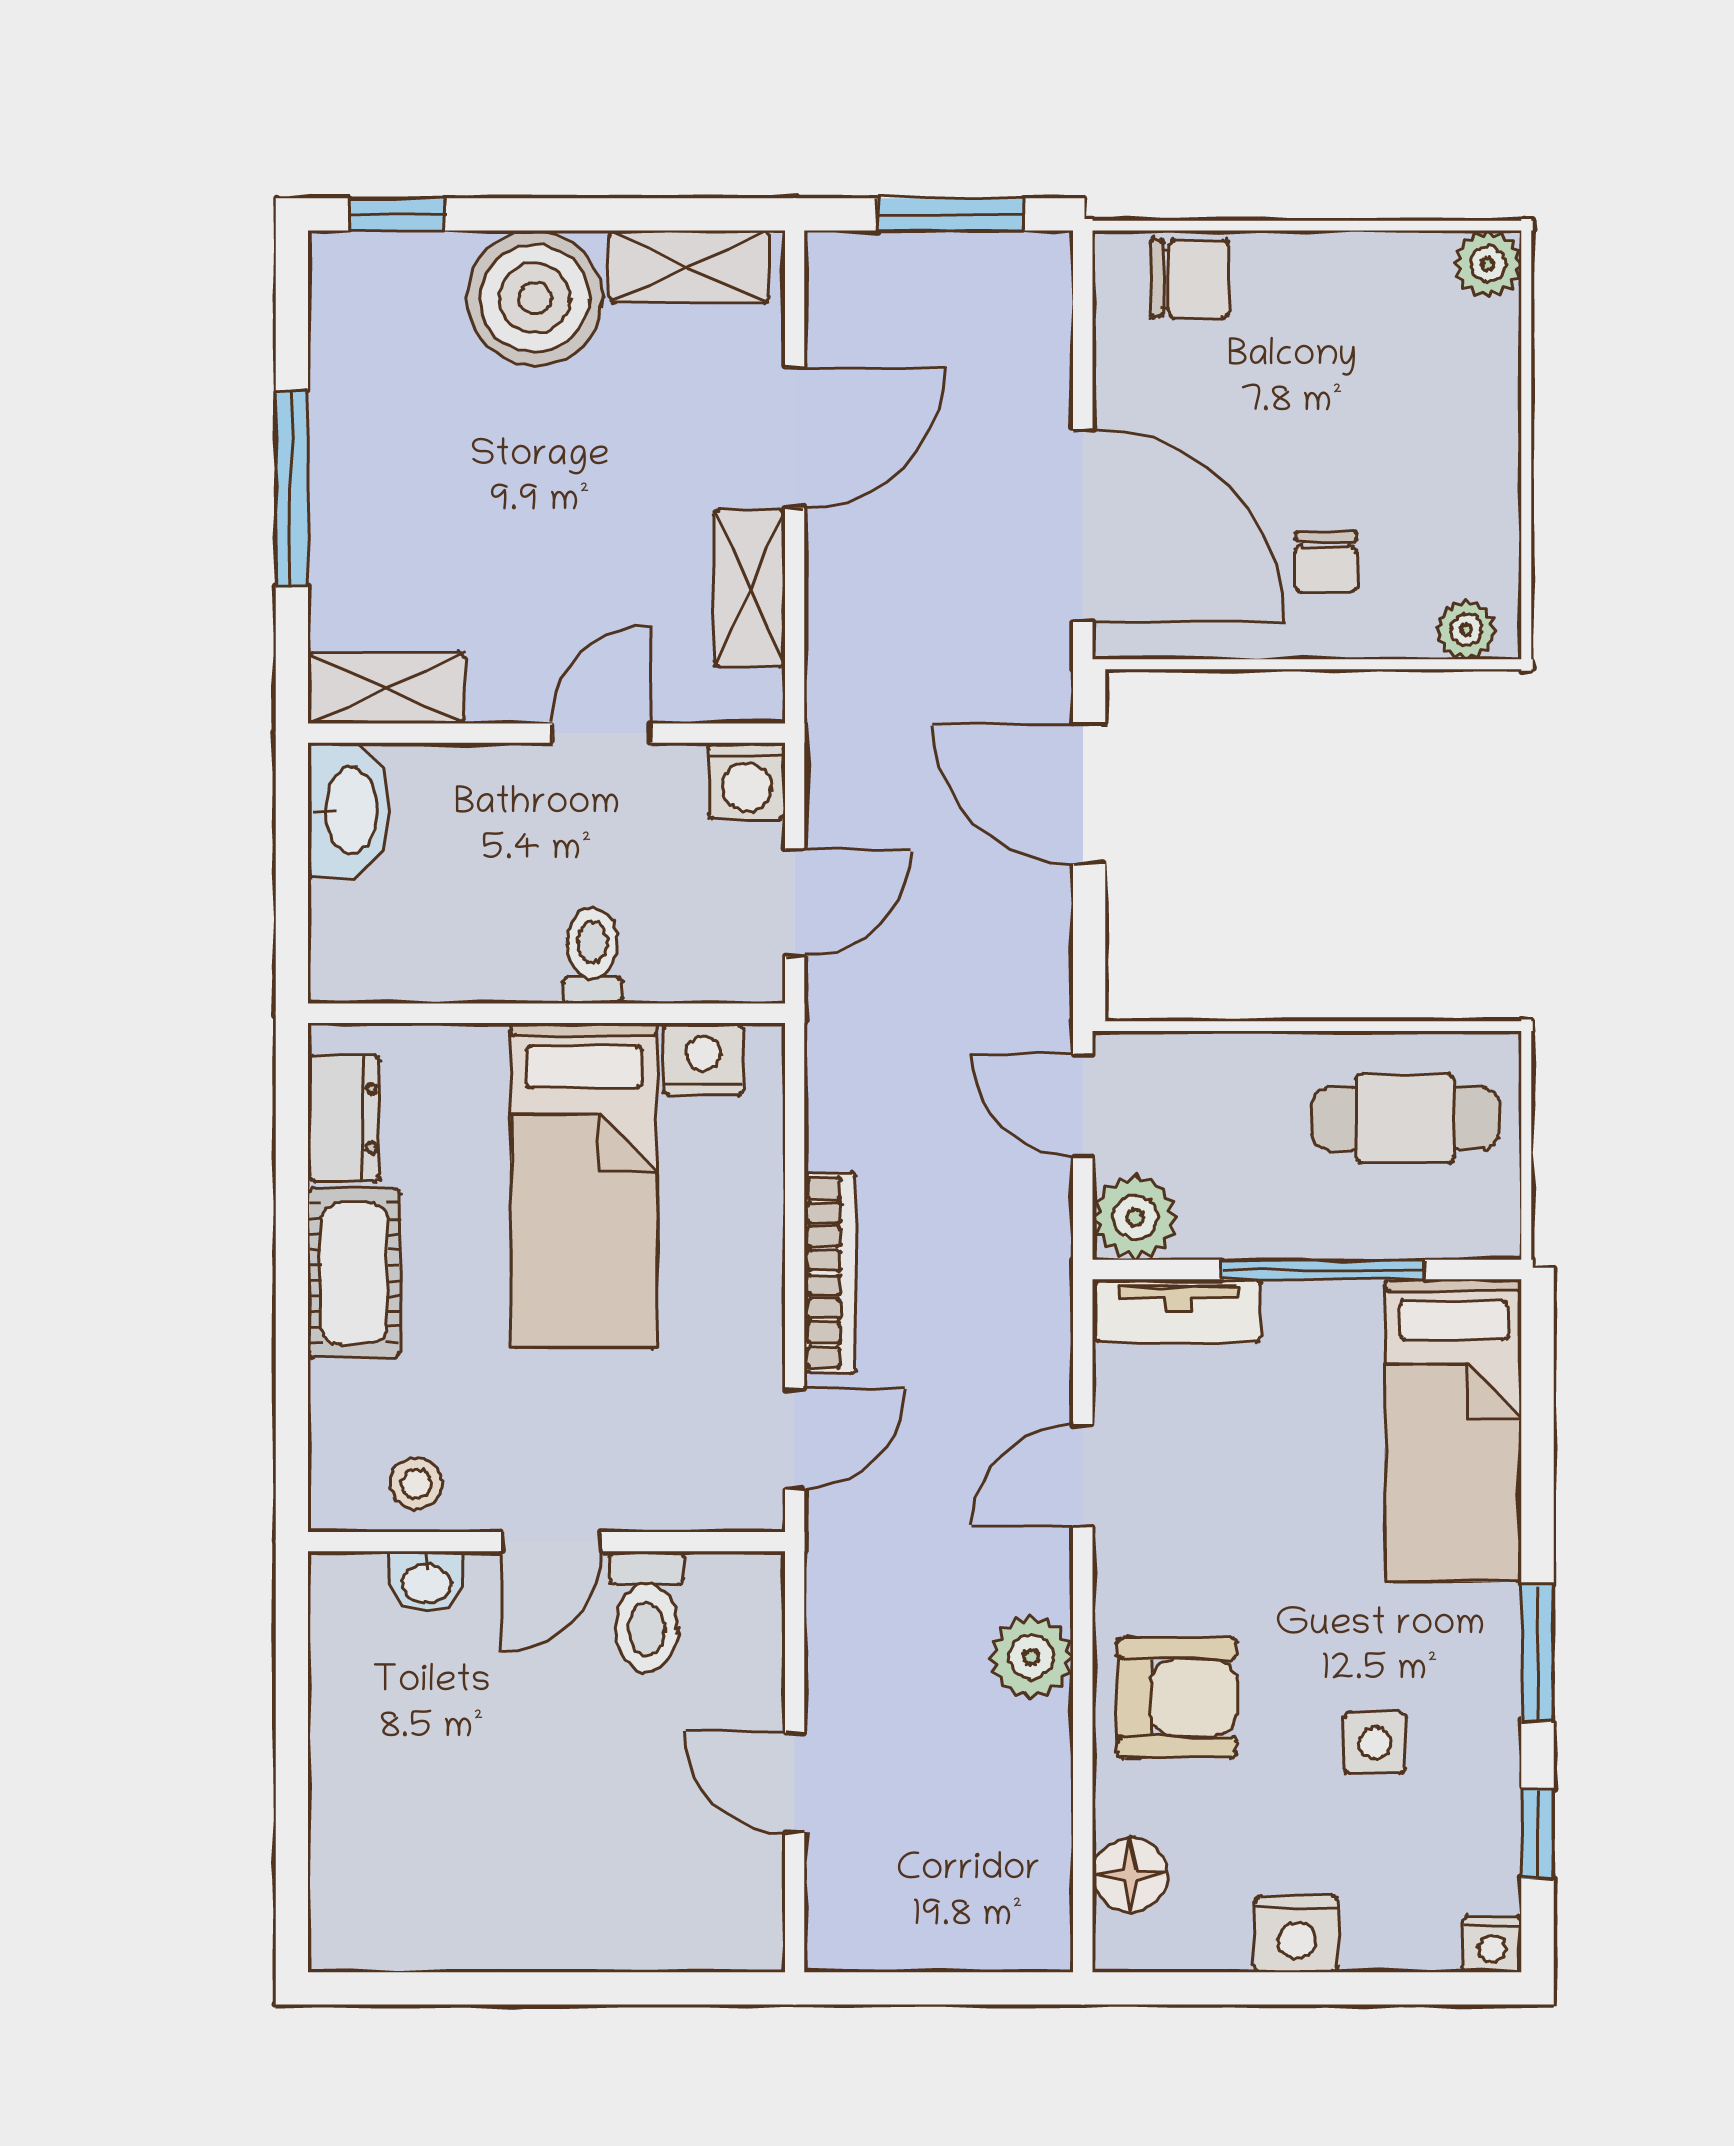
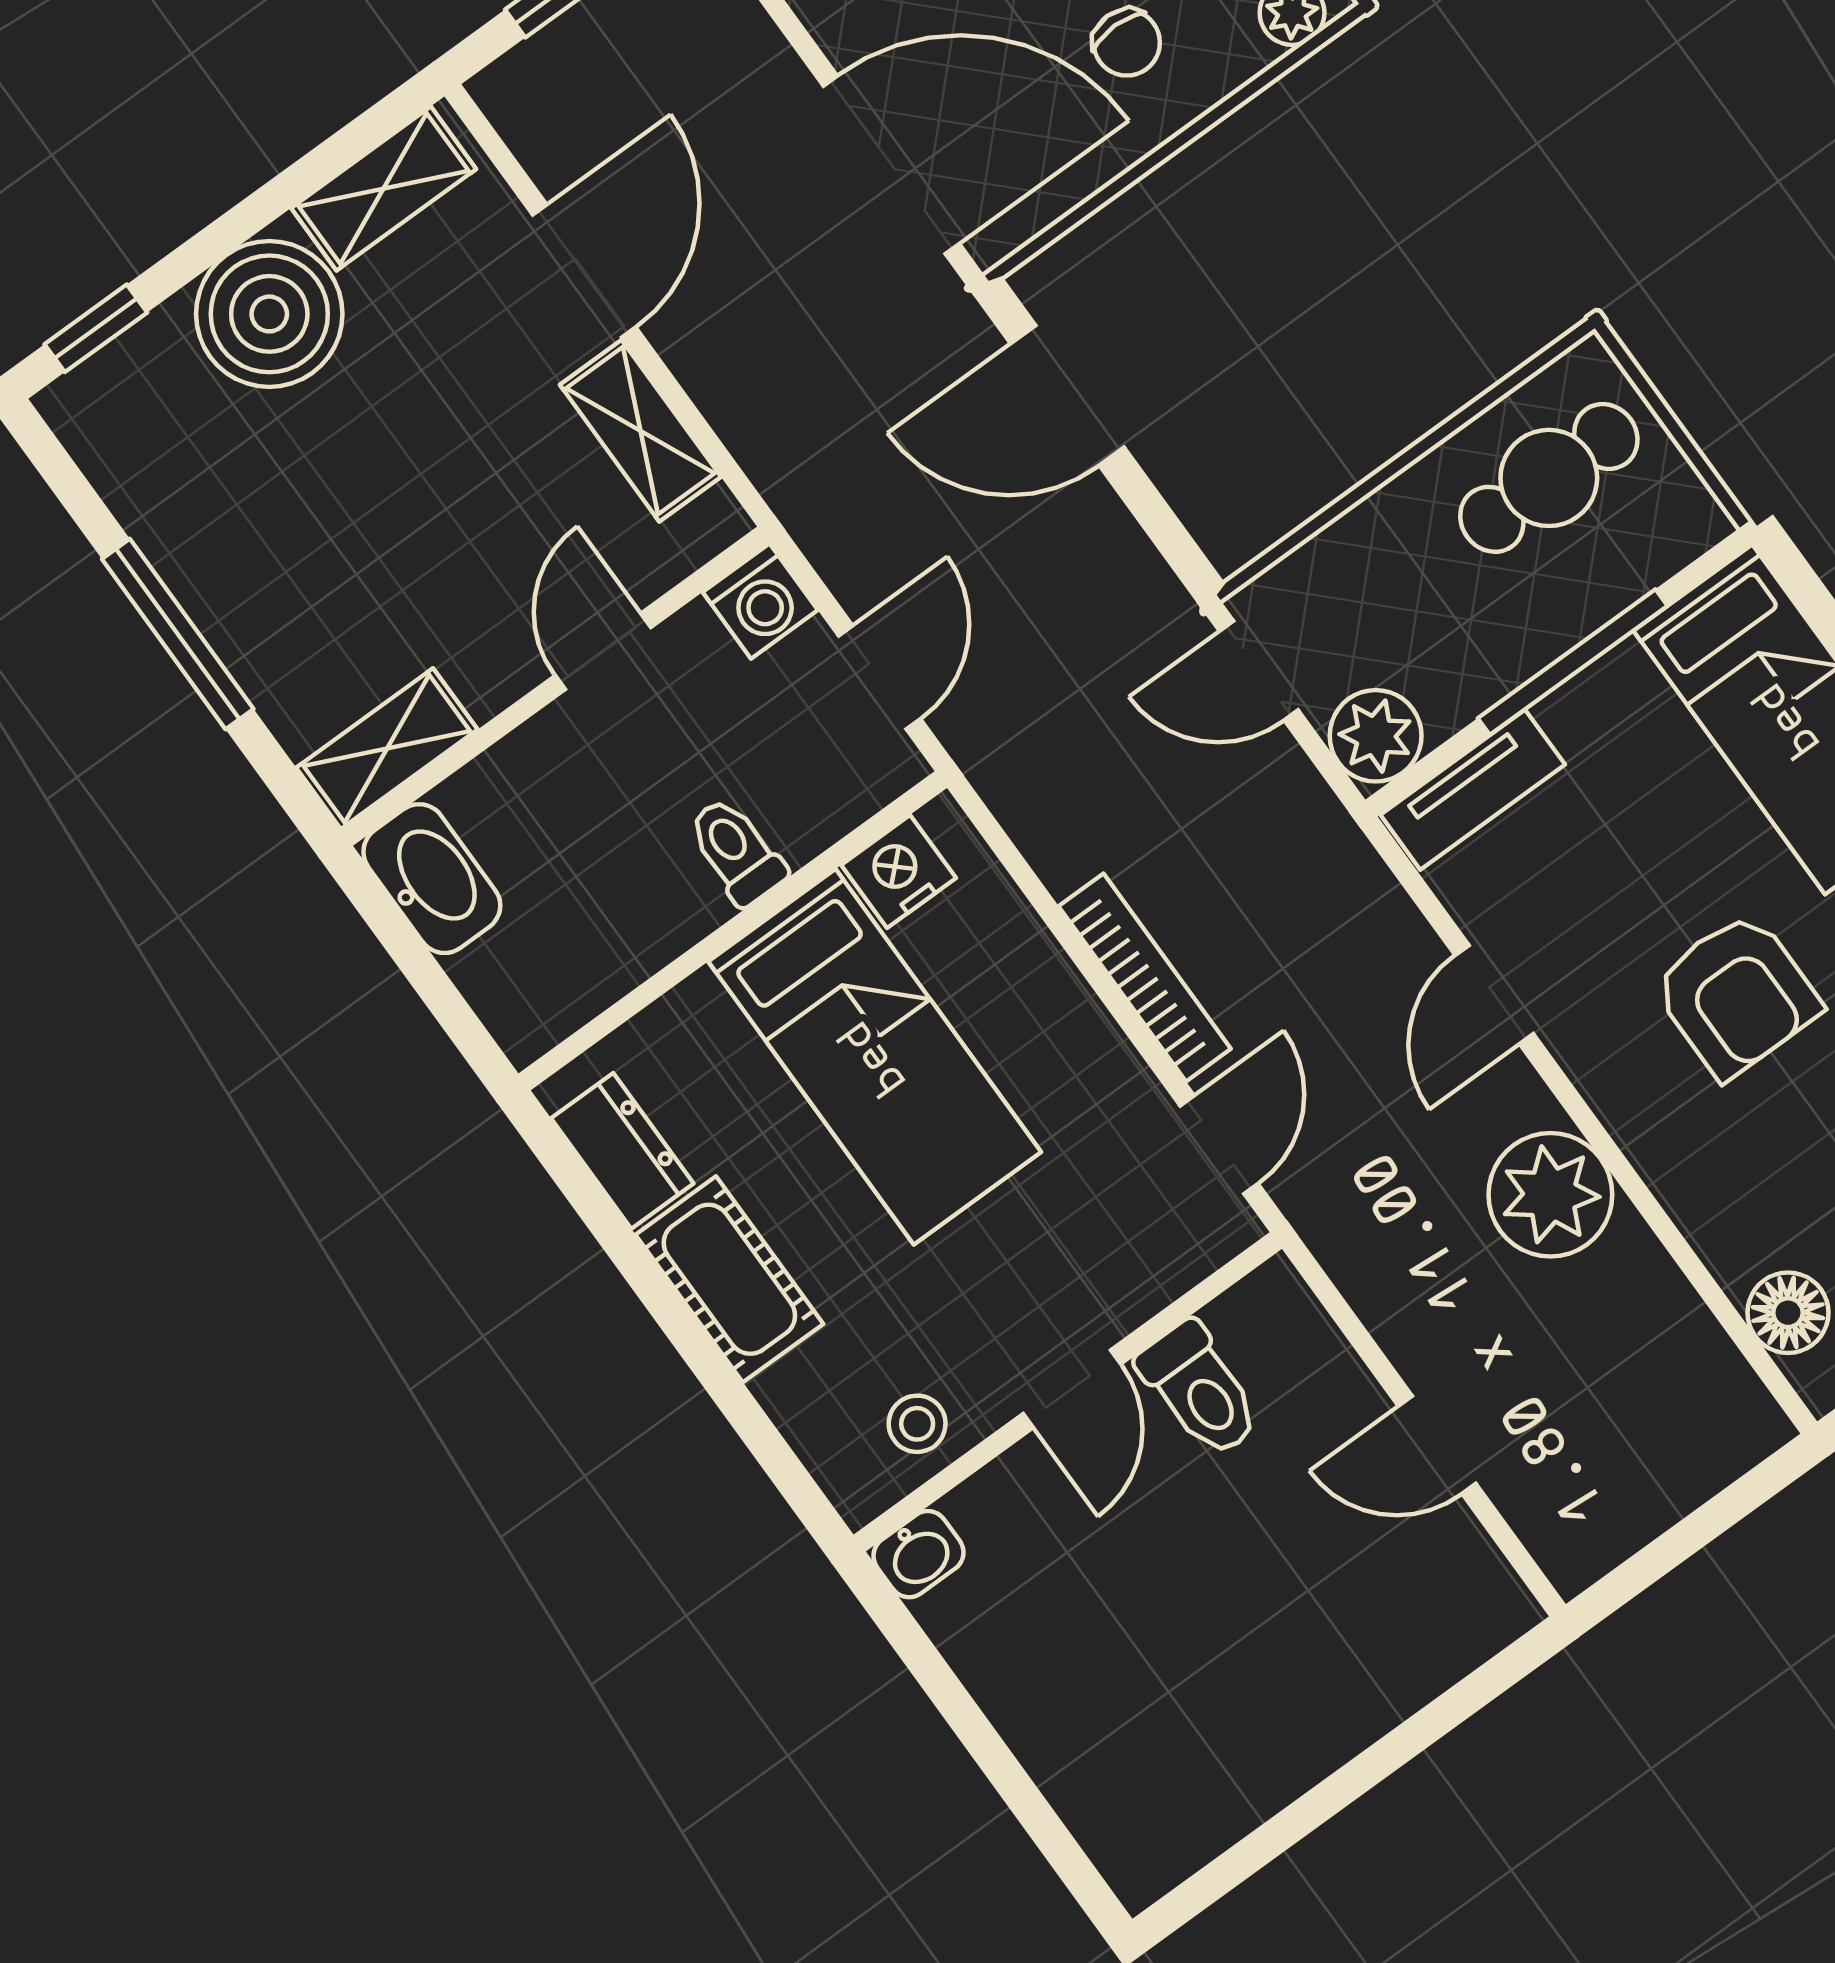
washbasin: (426, 1582) -> (918, 1554), moved
plant: (1031, 1657) -> (1550, 1195), width x1.36, depth x1.36
armchair: (1177, 1698) -> (1736, 995), moved, turned 90

